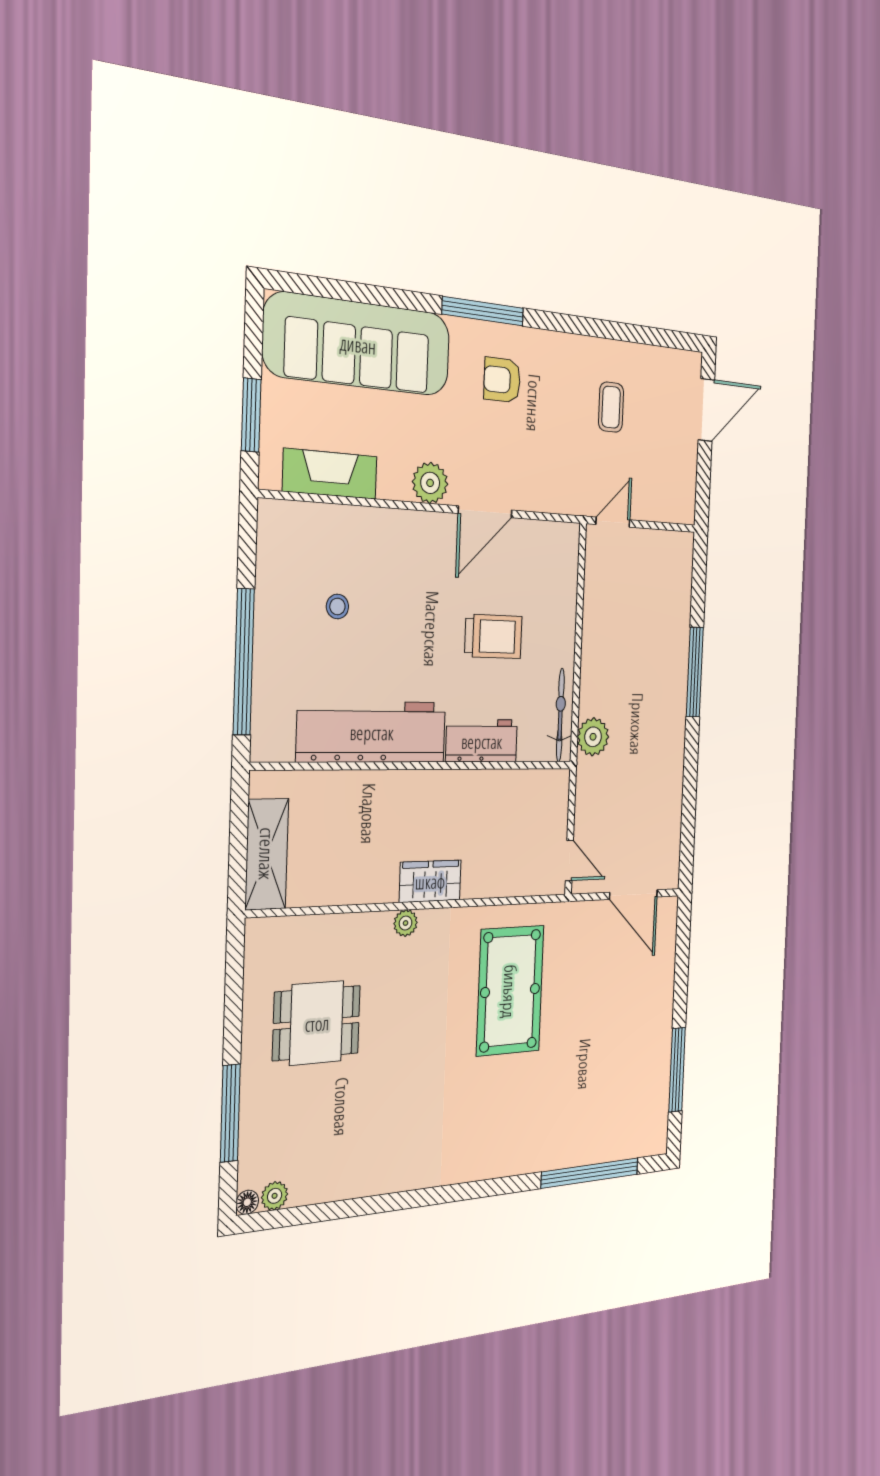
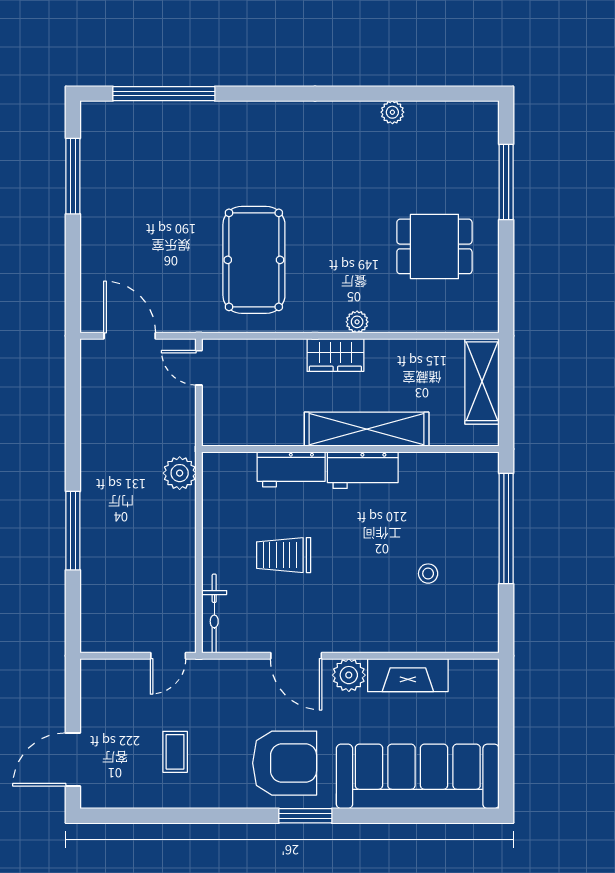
window: (483, 311) -> (305, 816), width x0.69
armchair: (502, 380) -> (285, 763), width x1.88, depth x1.88
window: (251, 415) -> (506, 714), removed
fireplace: (330, 474) -> (408, 675), moved
door: (485, 512) -> (296, 656), swing flipped
bicycle: (560, 715) -> (214, 613), moved
workbench: (372, 732) -> (363, 470), width x0.53, depth x0.76
shelving: (400, 791) -> (367, 429), added
plant: (275, 1196) -> (392, 112), moved
floor lamp: (247, 1202) -> (490, 110), removed

